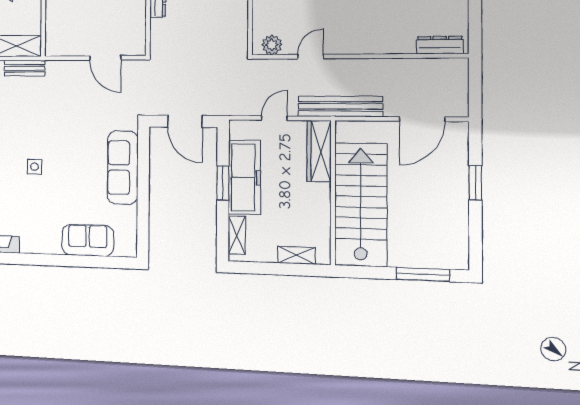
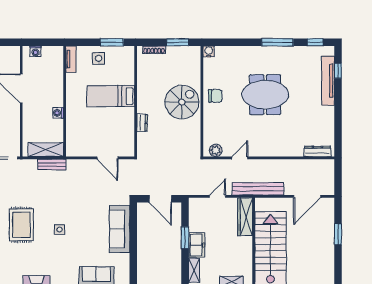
freezer: (244, 177) -> (197, 245), width x0.52, depth x0.79

